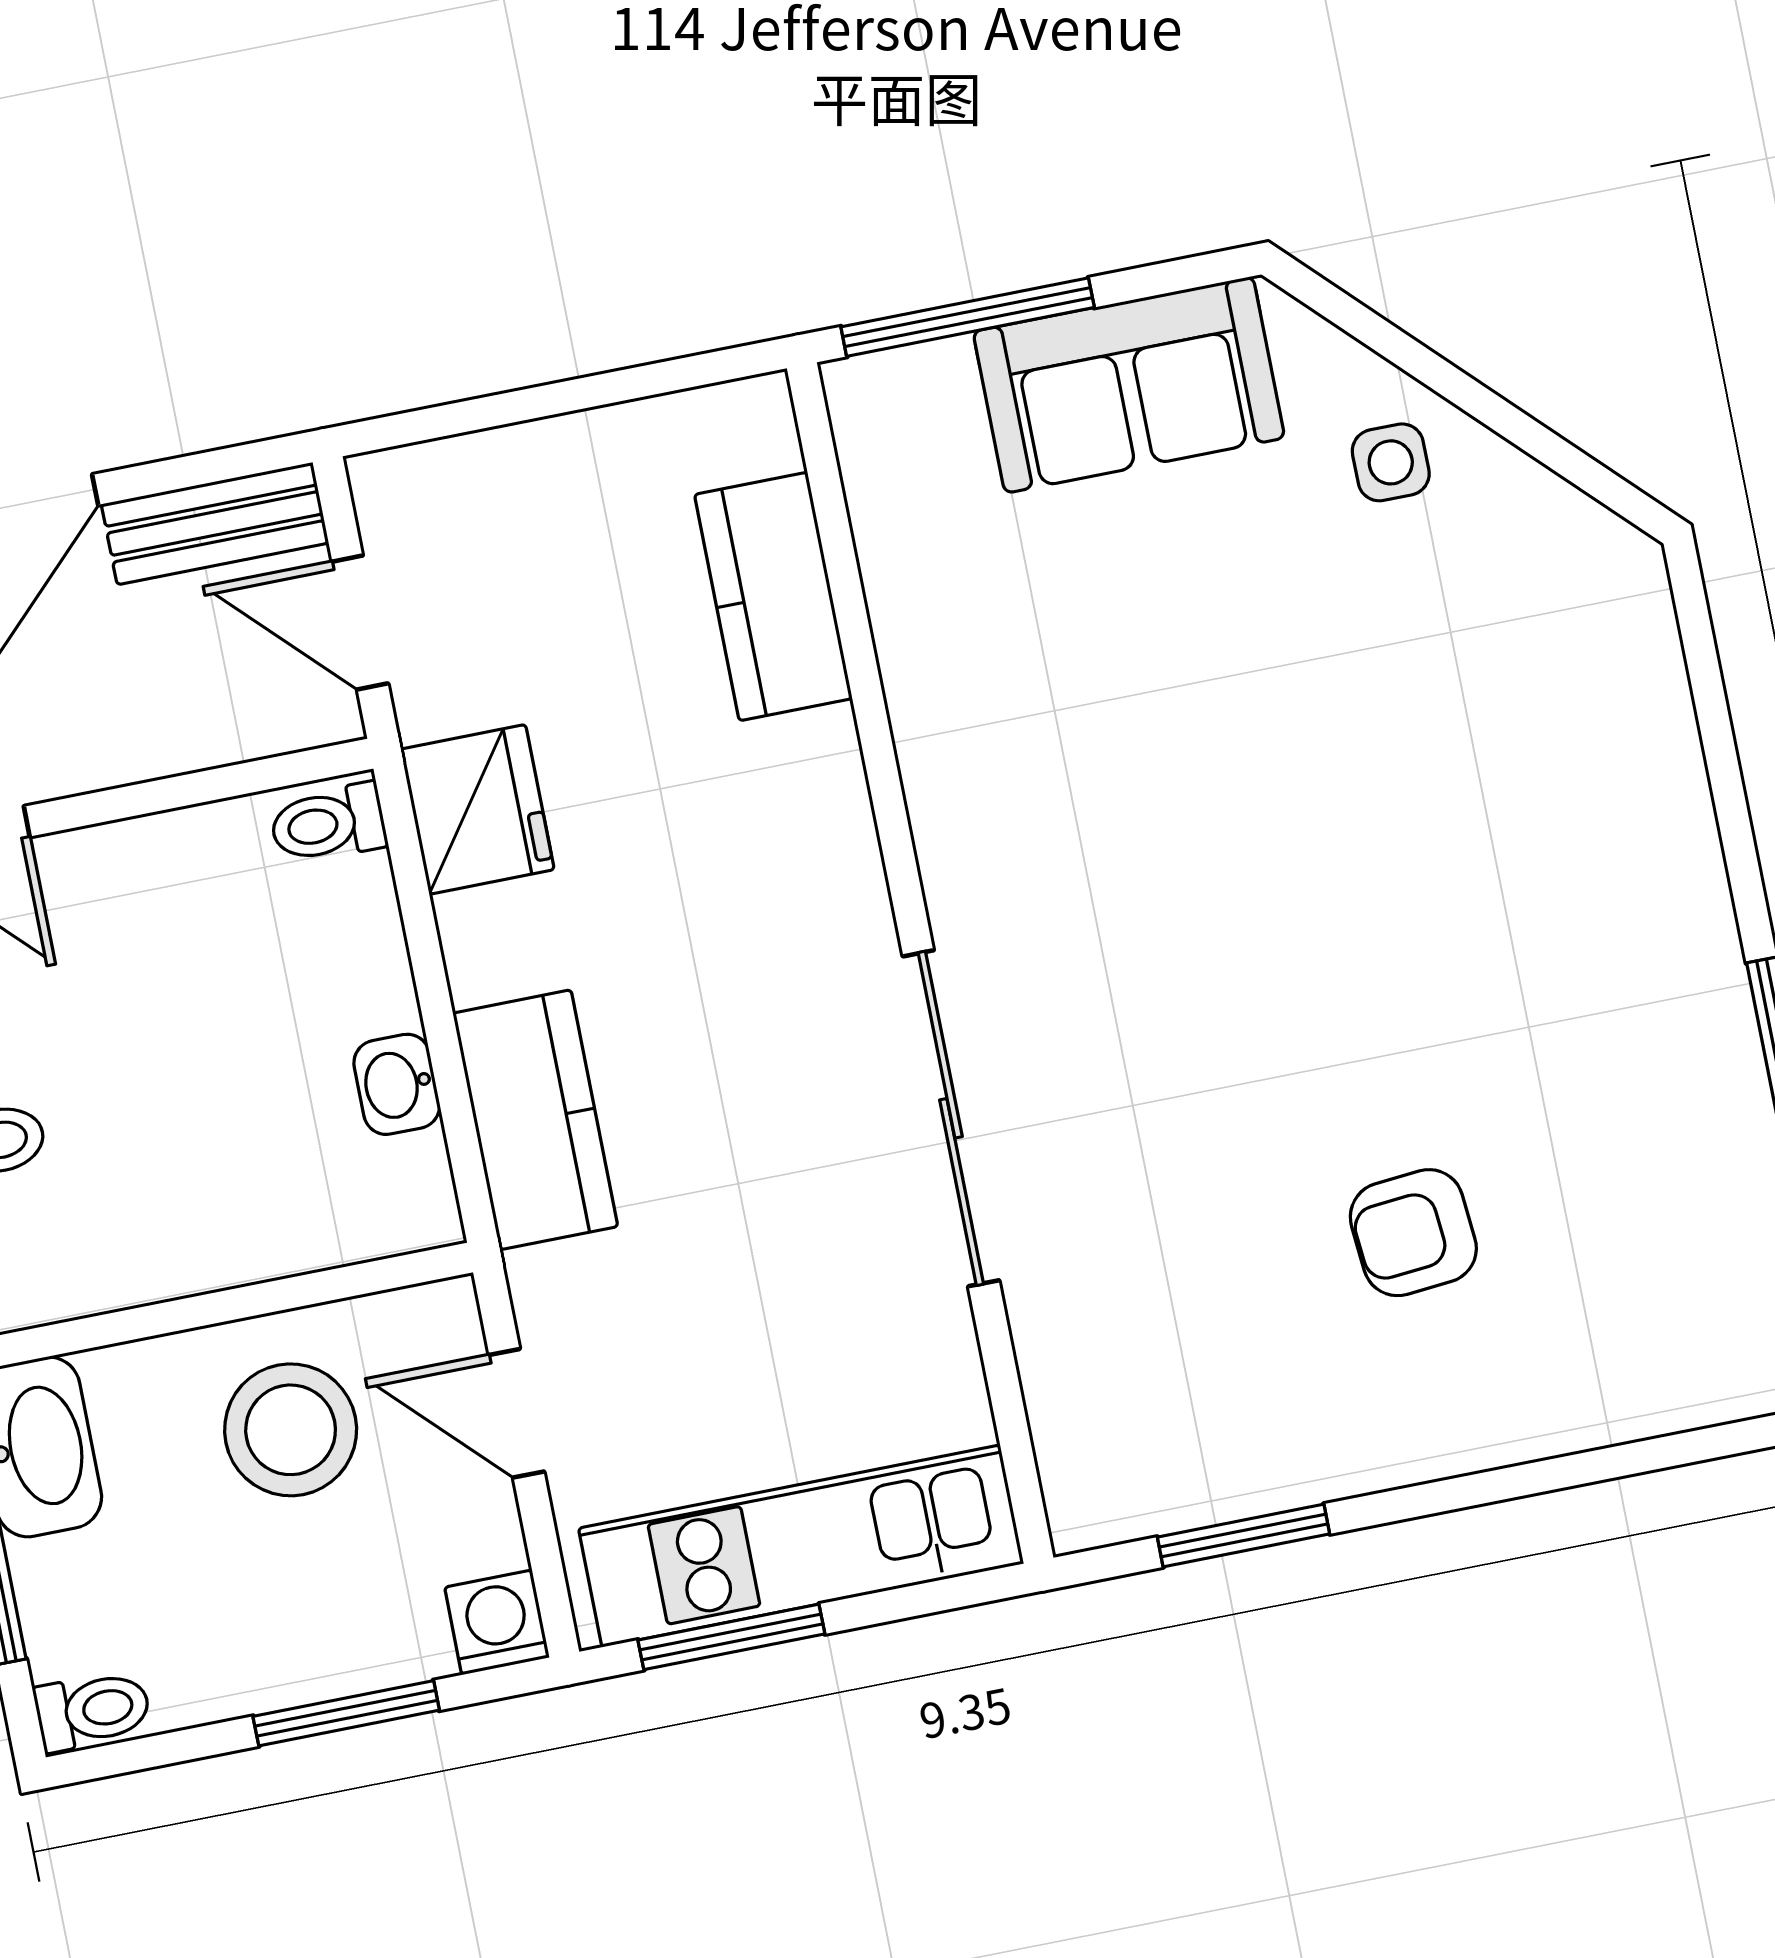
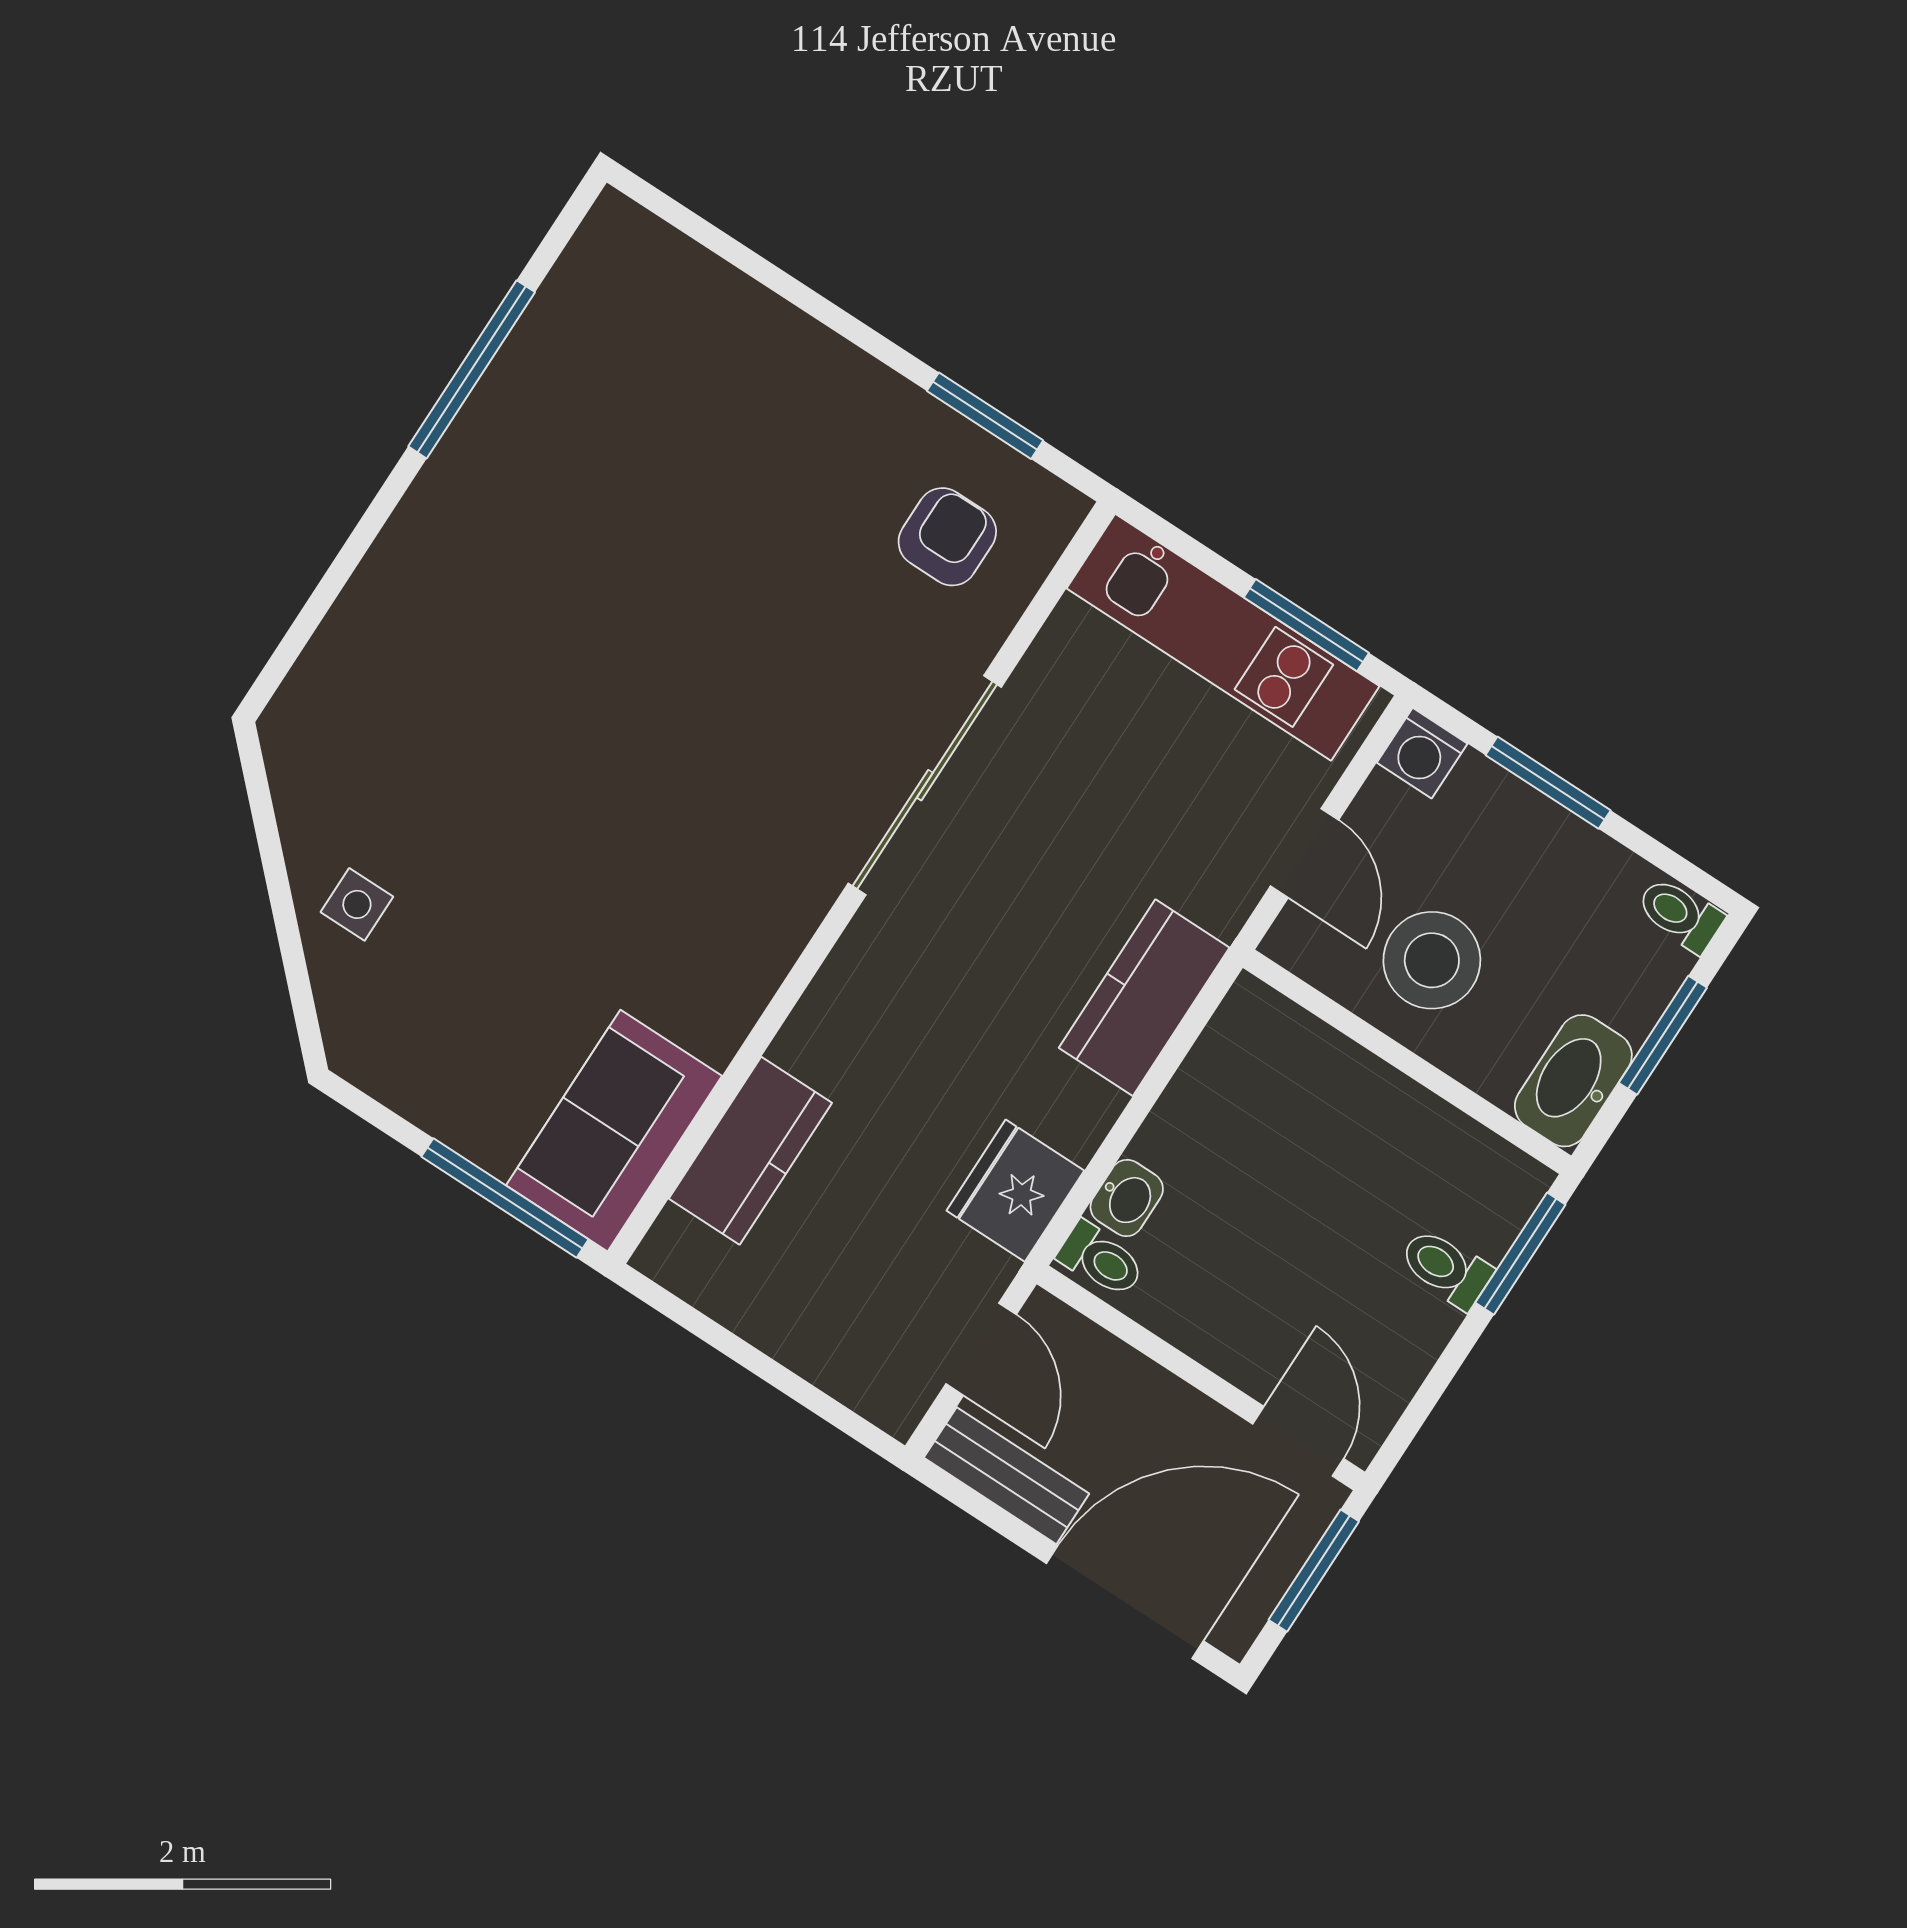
sofa: (1129, 385) -> (614, 1131), moved, turned -90
washbasin: (397, 1084) -> (1127, 1198), moved
armchair: (1413, 1233) -> (947, 537), moved, turned -85

